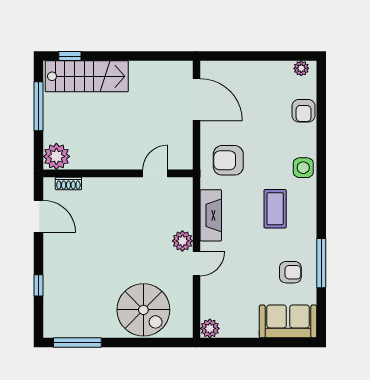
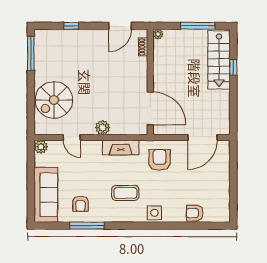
window: (70, 56) -> (233, 67), moved
plant: (301, 68) -> (225, 211), removed
plant: (56, 156) -> (158, 34), width x0.53, depth x0.53
door: (155, 173) -> (150, 108), width x1.88
door: (197, 264) -> (72, 137), moved
sofa: (288, 321) -> (46, 195), width x1.36

